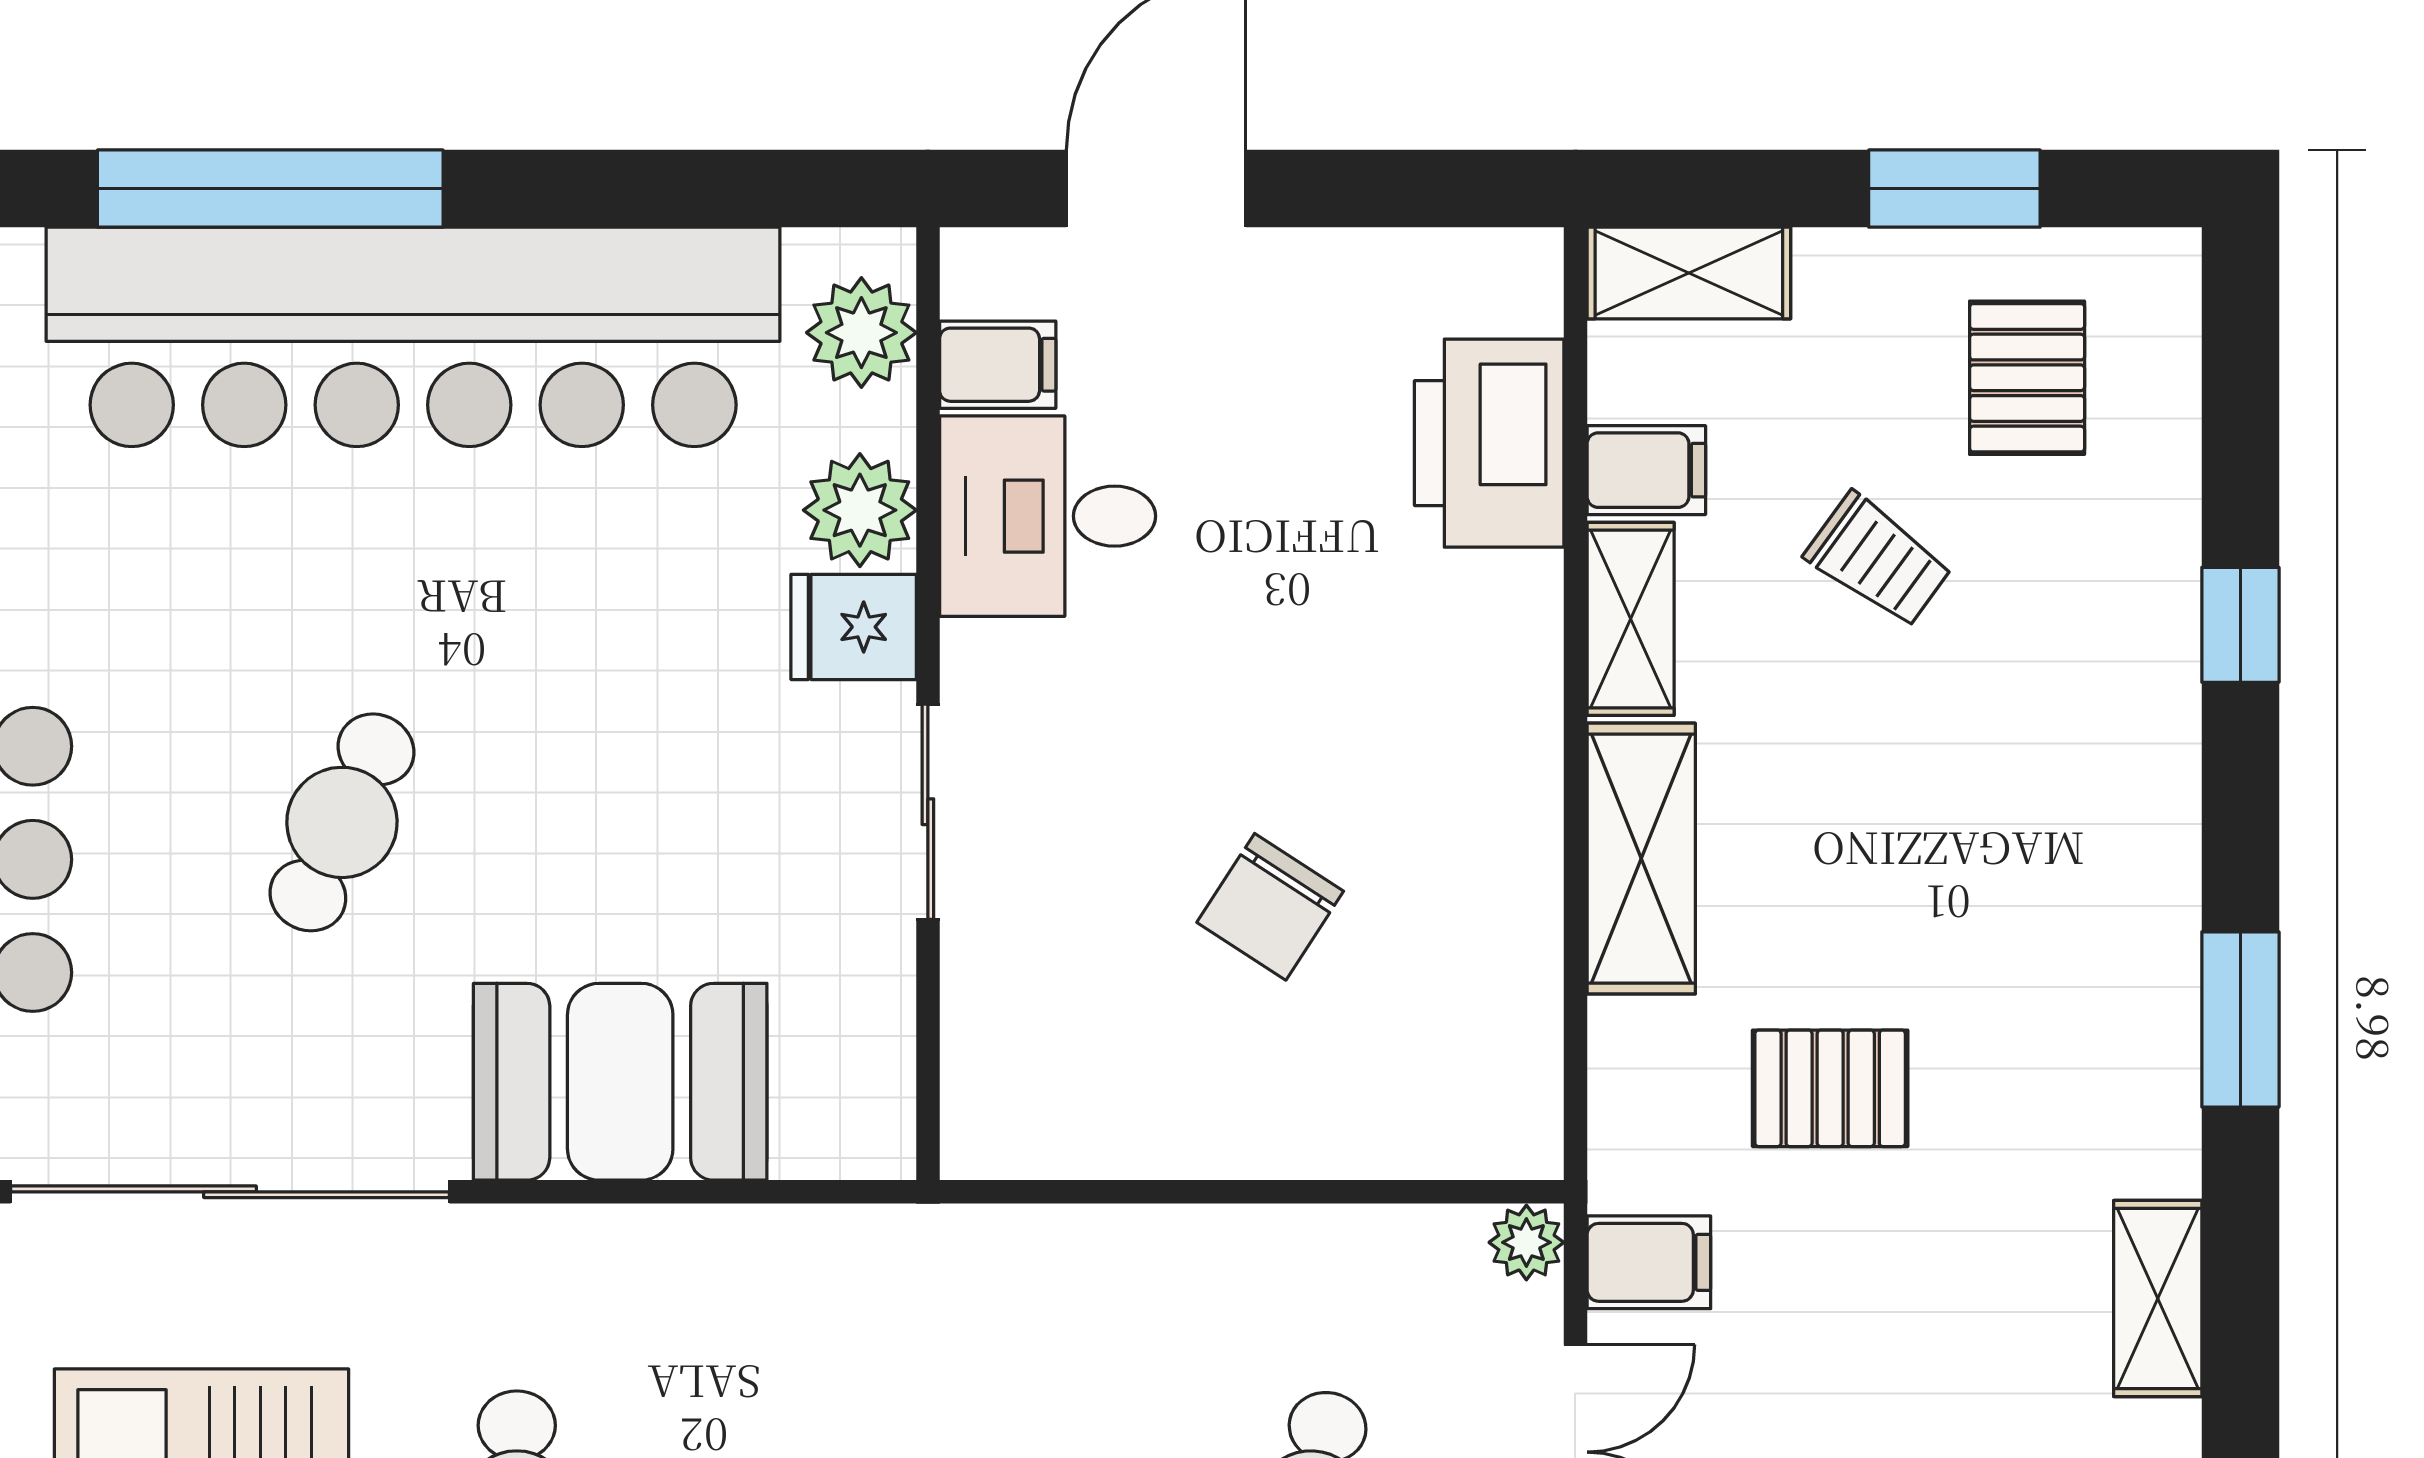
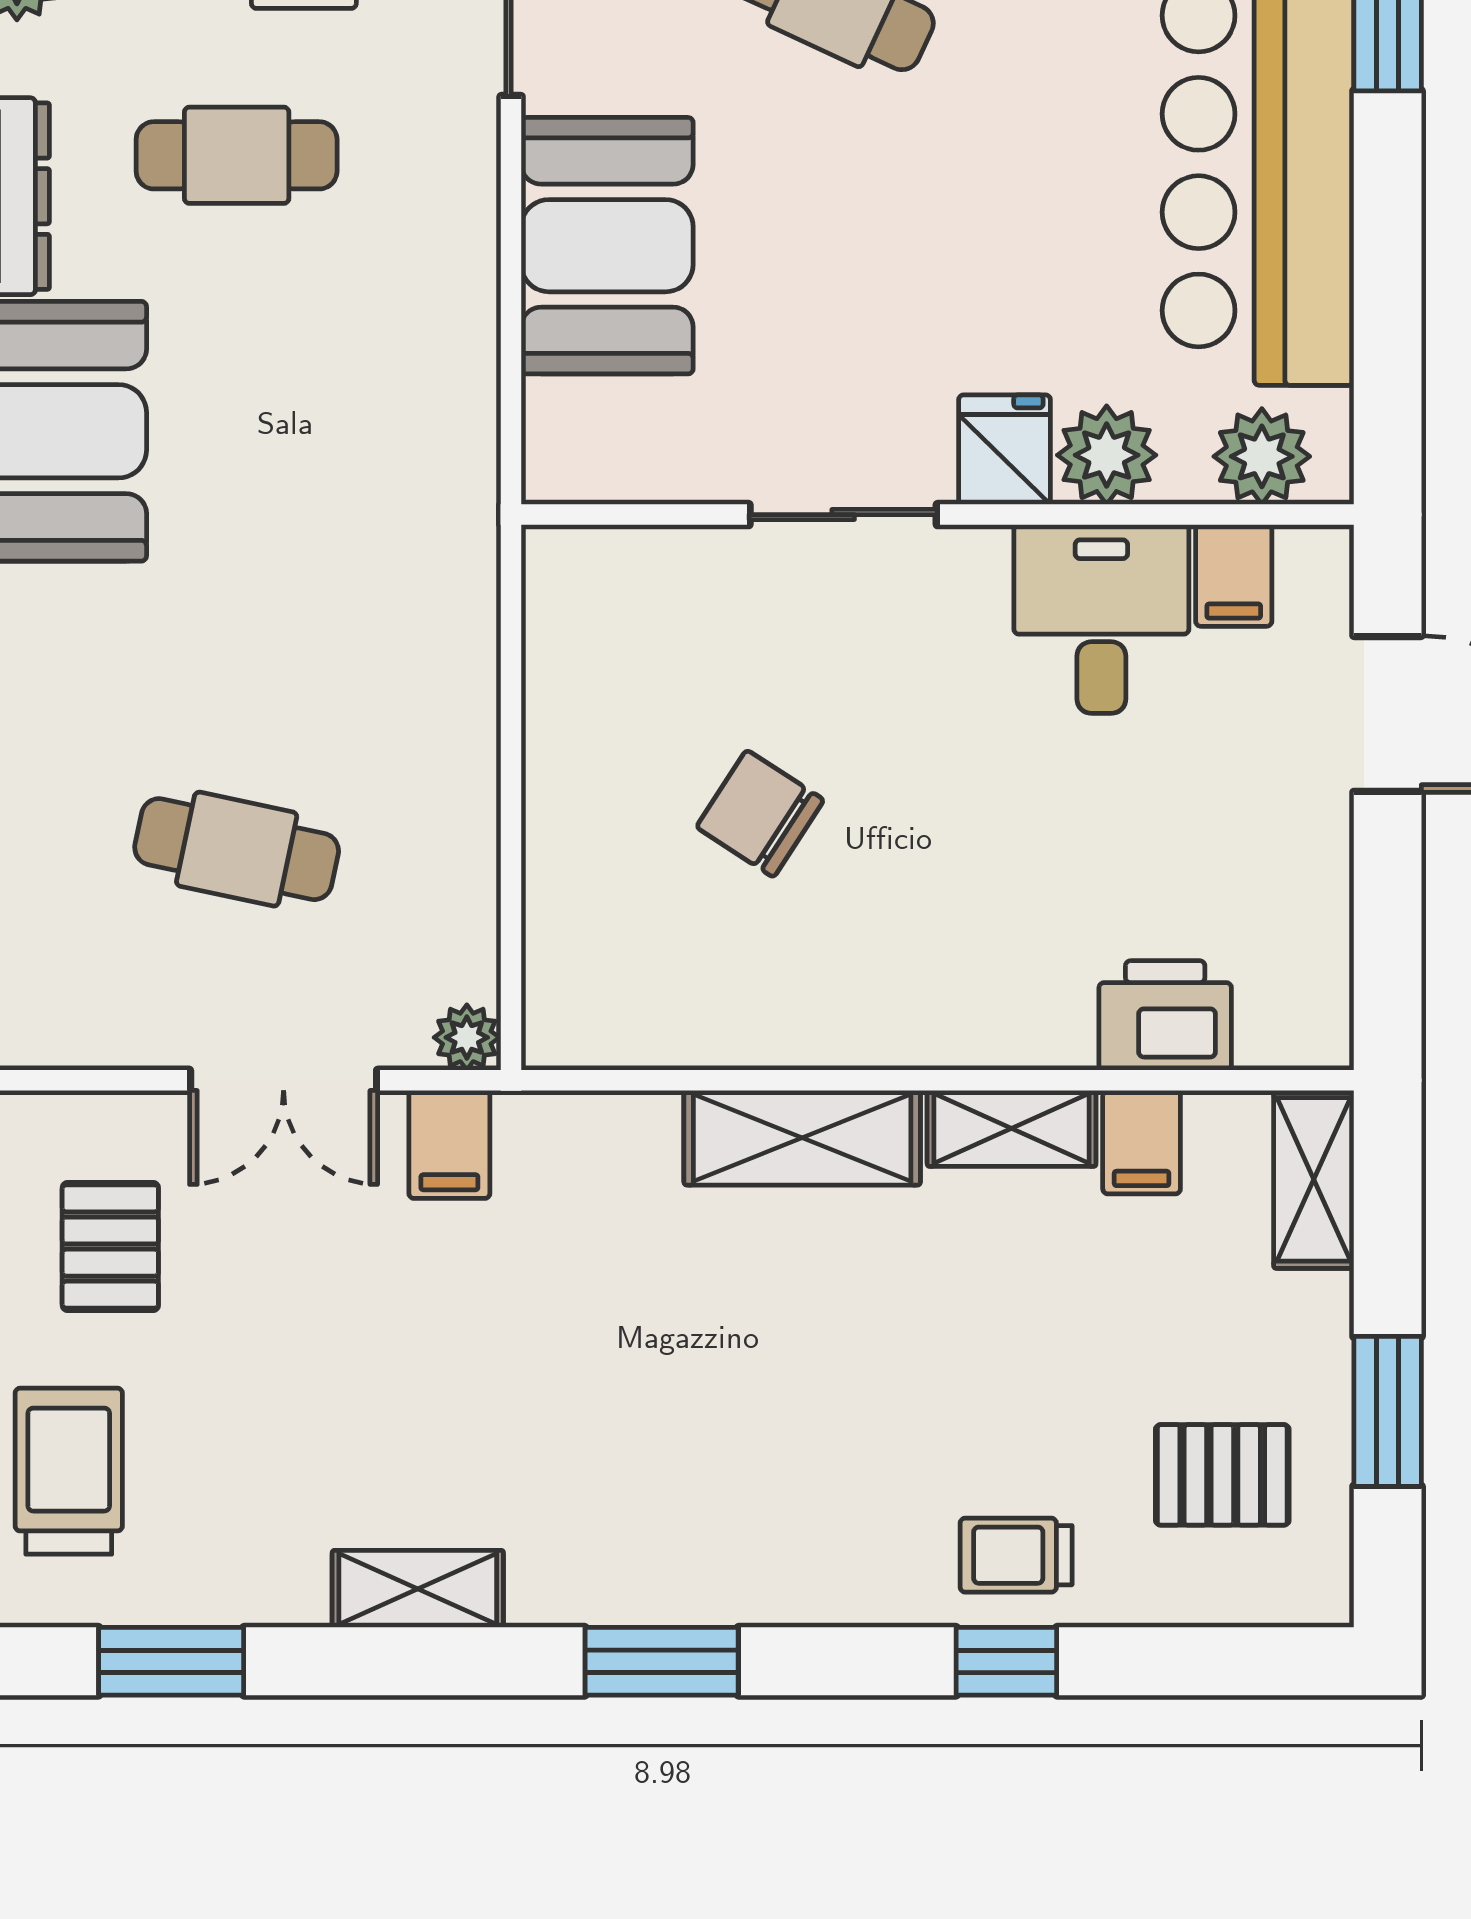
printer: (1489, 443) -> (1165, 1015), width x0.73, depth x0.84
trolley: (1878, 560) -> (1016, 1555), moved, turned 54
pallet: (1830, 1088) -> (601, 1303), removed

